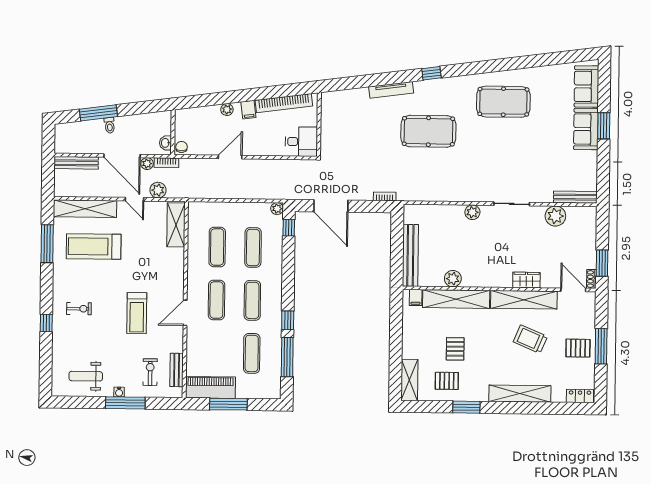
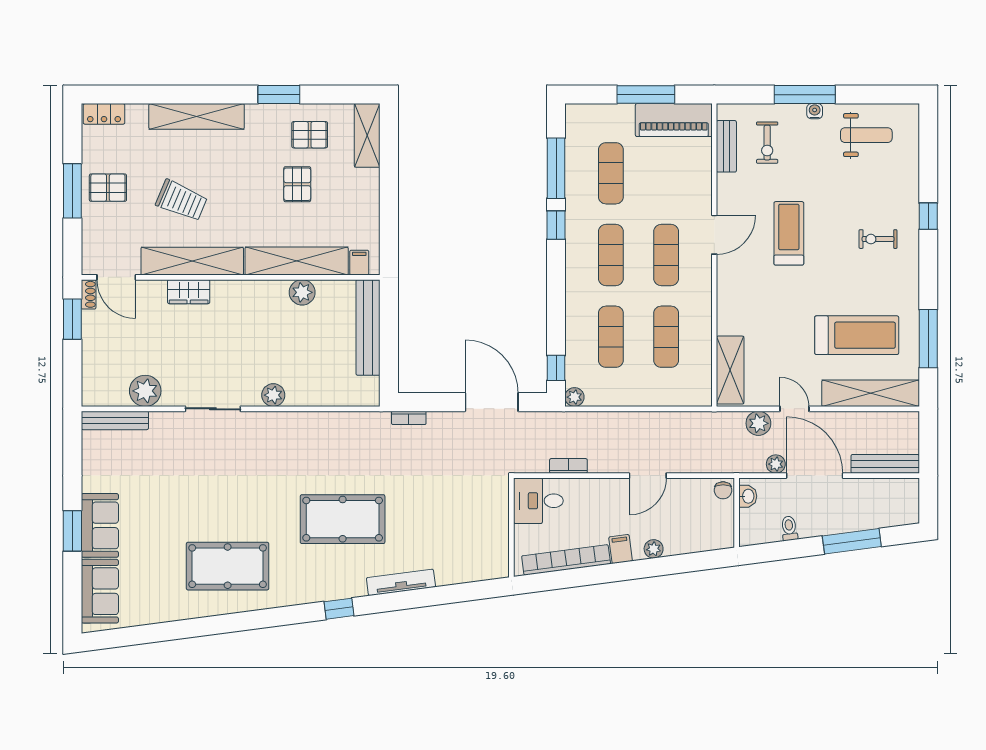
toilet: (110, 125) -> (789, 528), moved
bookcase: (166, 163) -> (568, 466), moved

